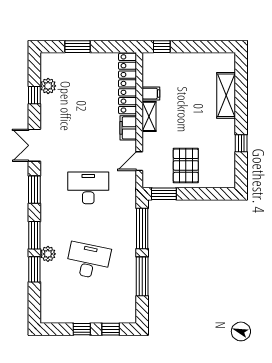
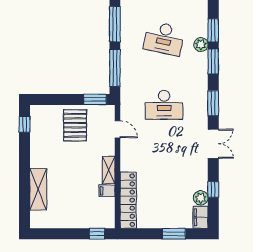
filing cabinet: (128, 128) -> (200, 217), moved, turned 180
window: (241, 143) -> (25, 124), moved
door: (139, 161) -> (118, 129), hinge flipped

